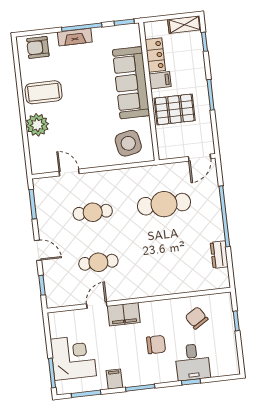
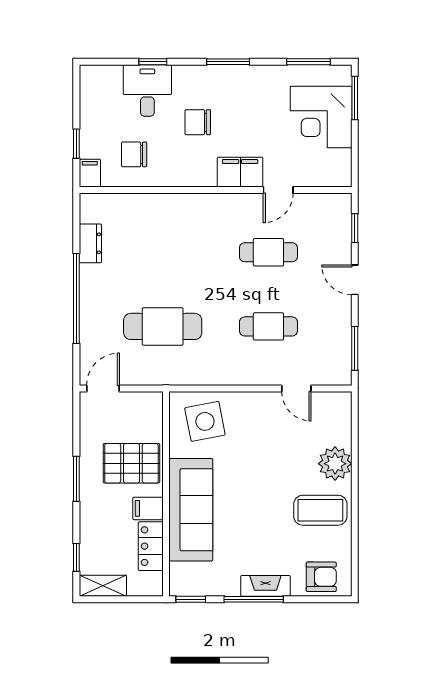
chair: (197, 318) -> (134, 154), turned 122
filing cabinet: (114, 379) -> (90, 173), moved, turned 180

